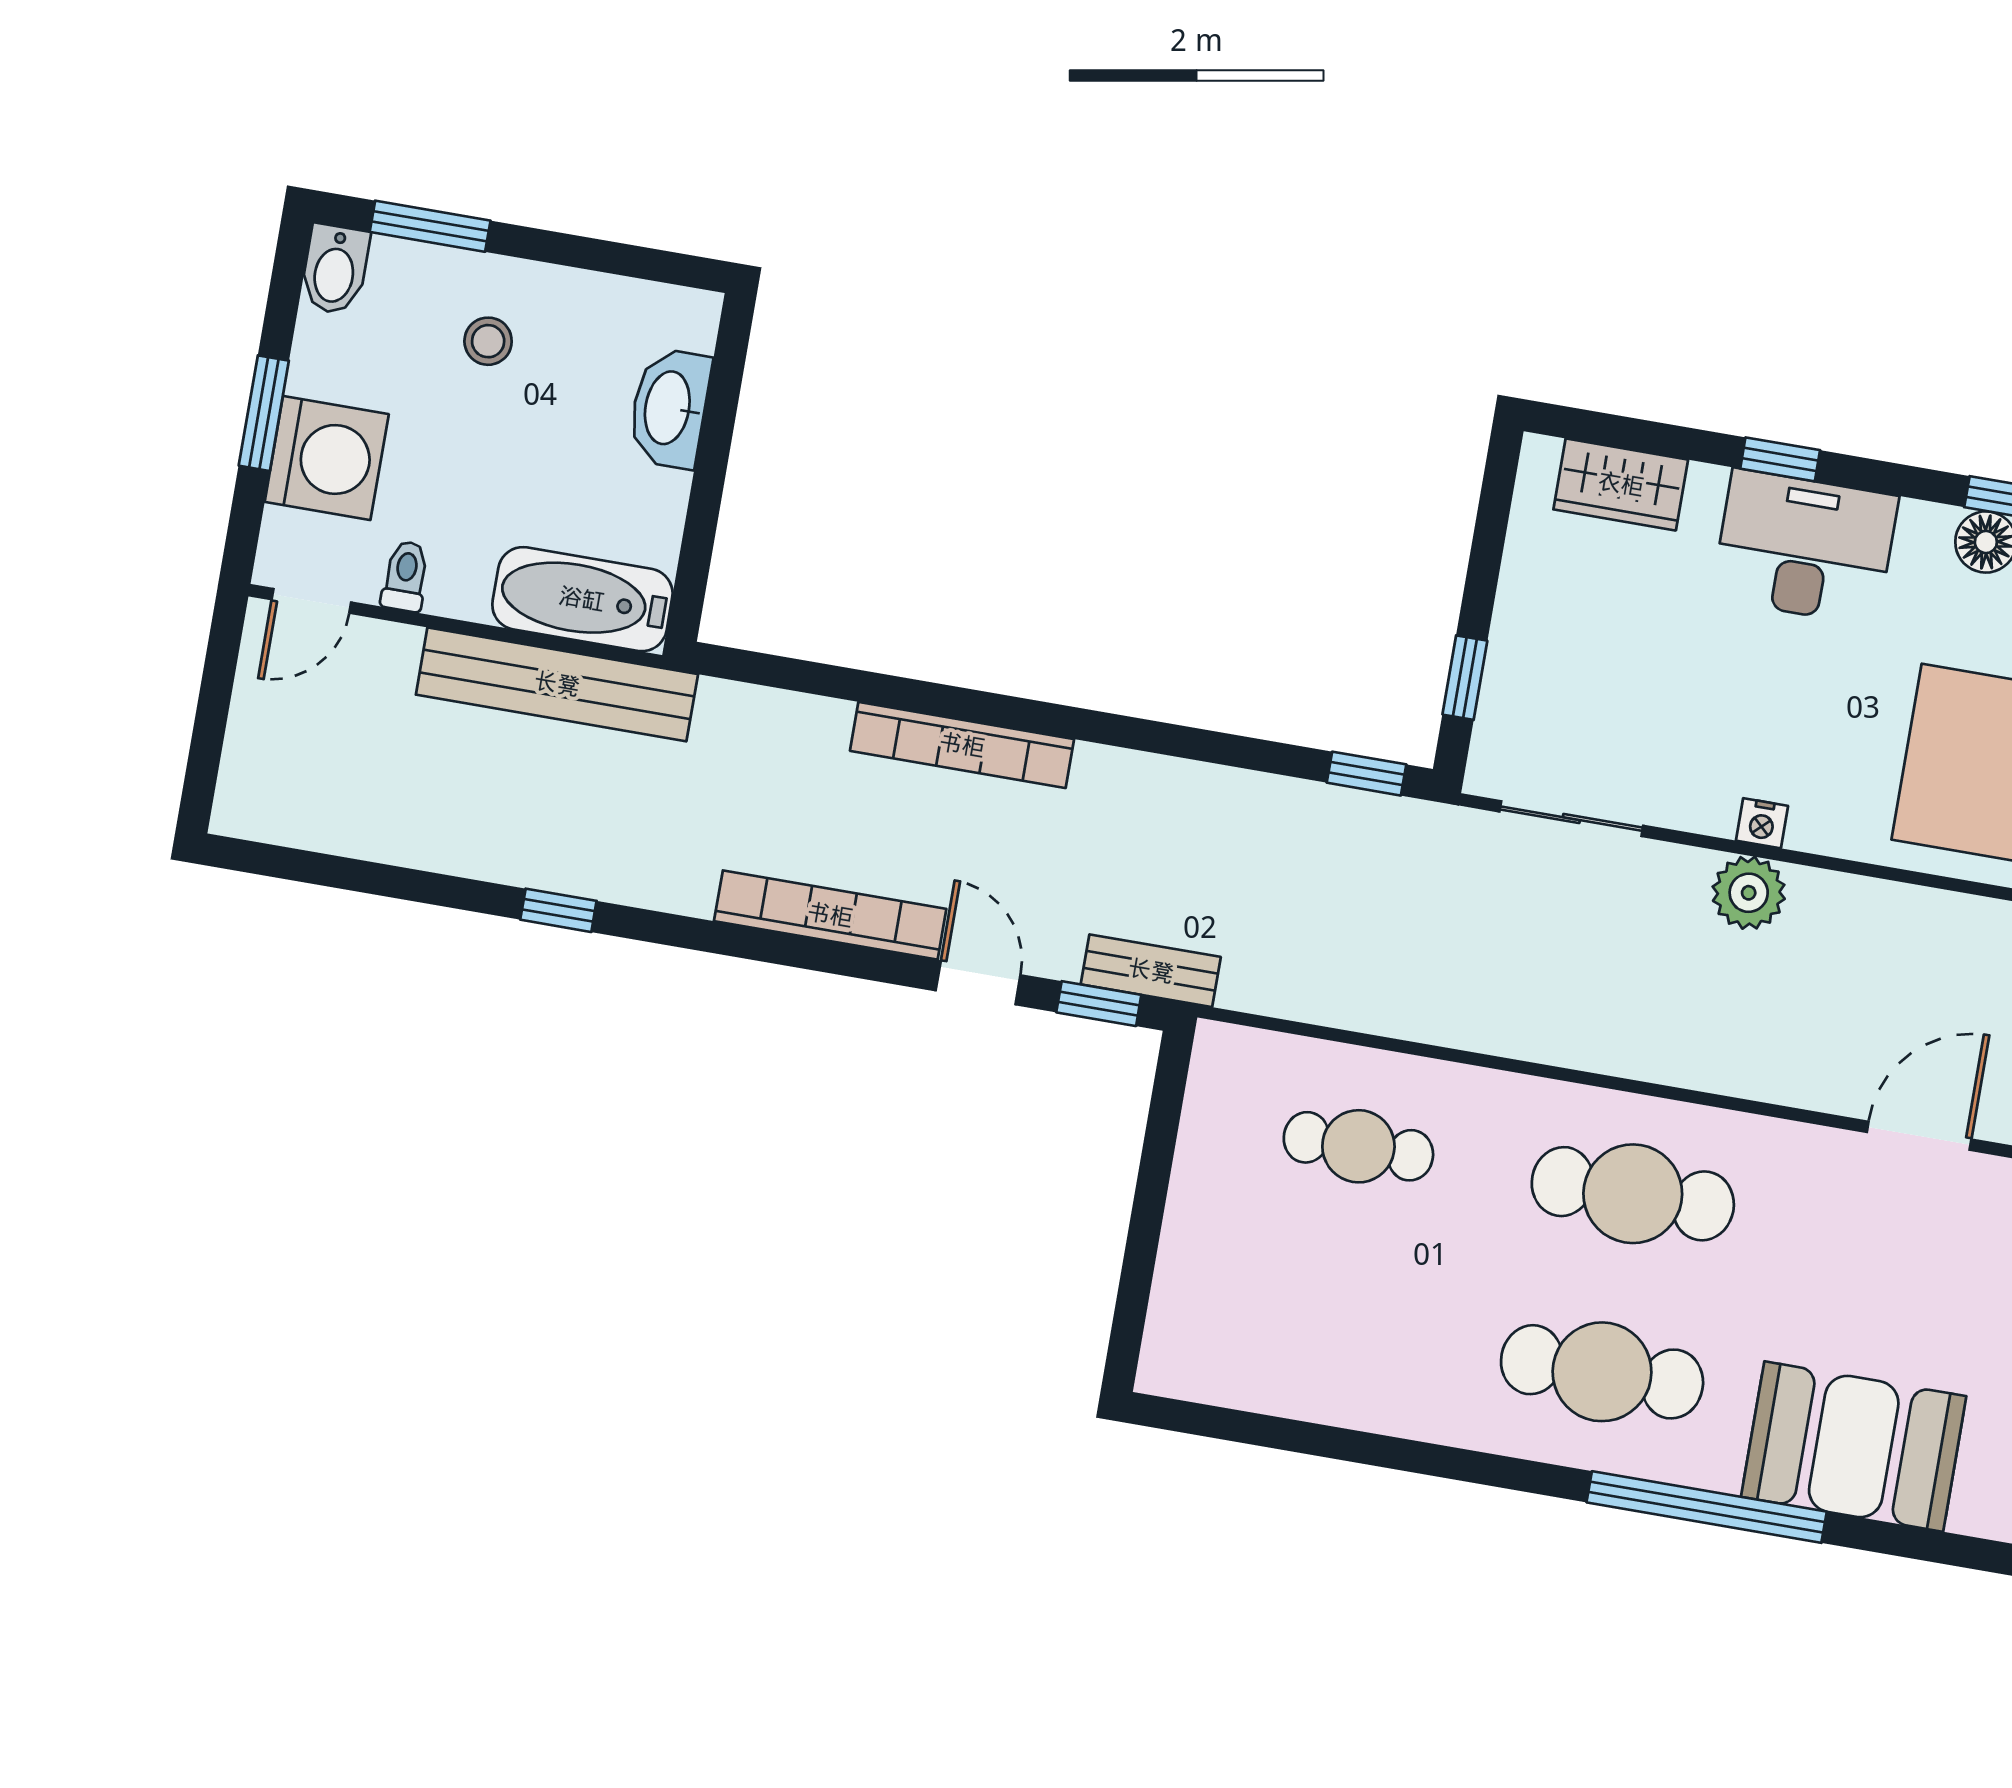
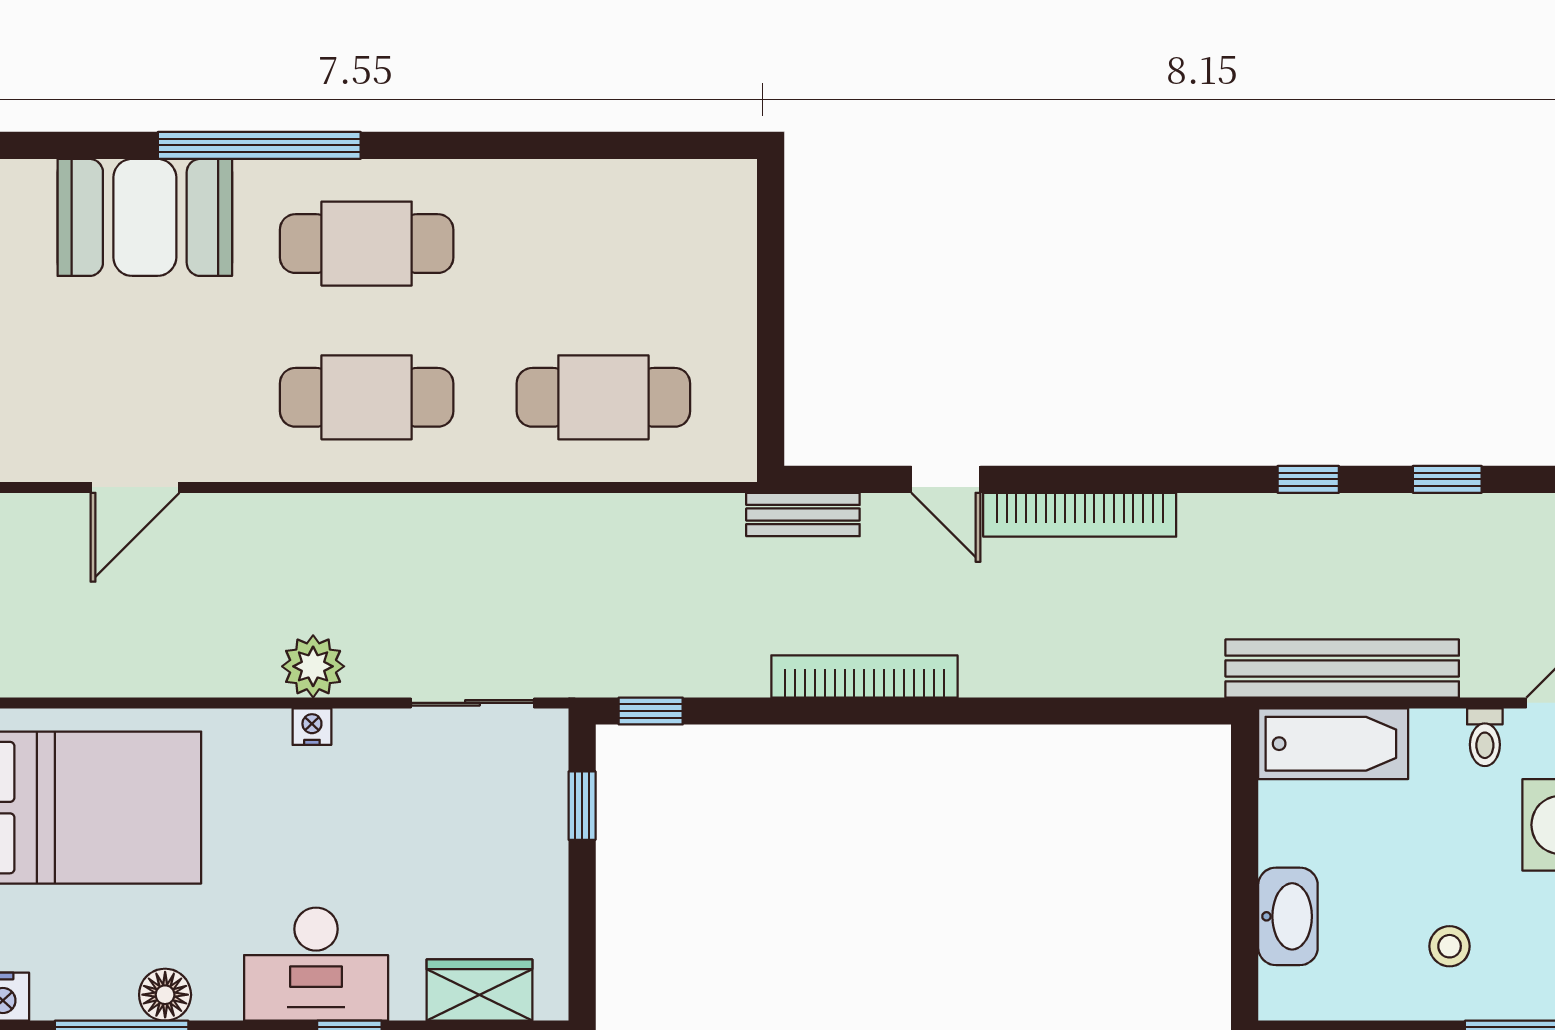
bookcase: (962, 745) -> (864, 676), moved
window: (1099, 1004) -> (1447, 479), moved
cafe table: (1358, 1146) -> (603, 397), width x1.37, depth x1.35

